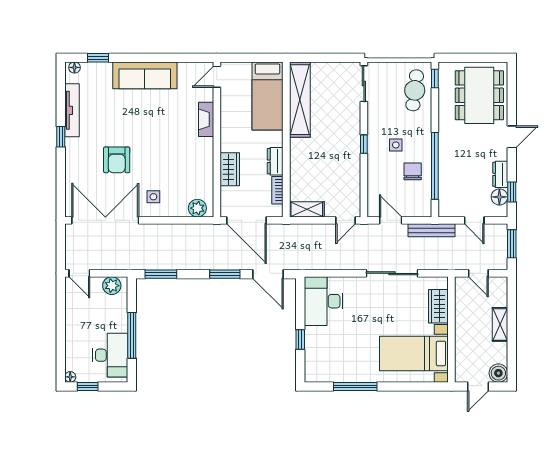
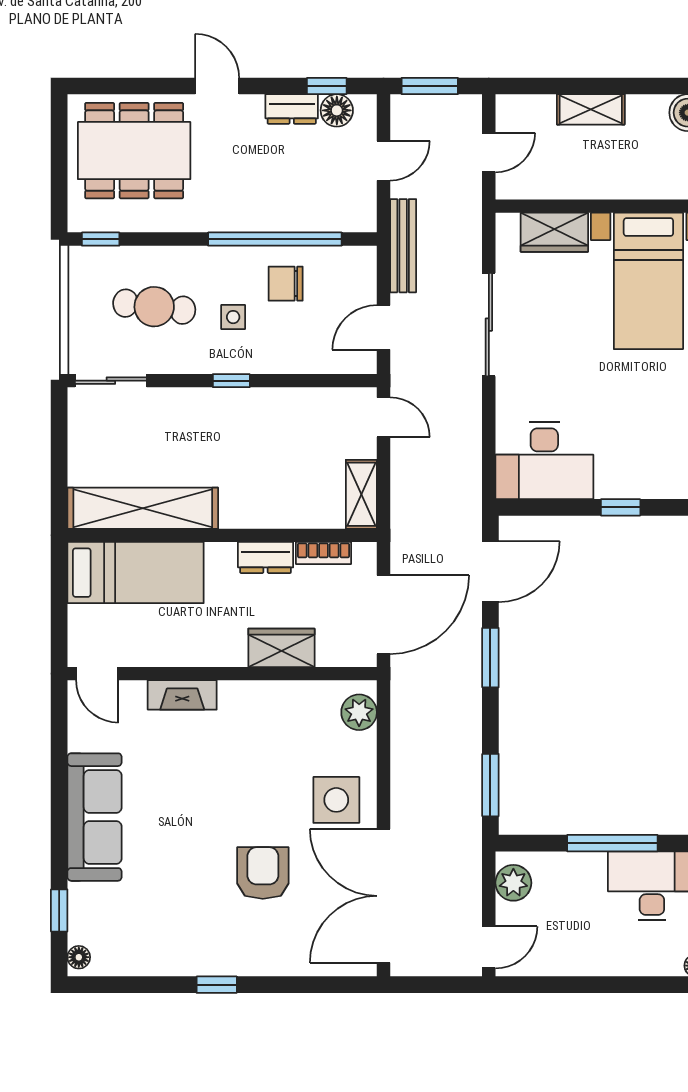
cafe table: (415, 90) -> (154, 307), moved
tv unit: (72, 110) -> (164, 962), removed
armchair: (117, 160) -> (263, 873), turned -90
side table: (153, 197) -> (336, 800), width x1.87, depth x1.87

